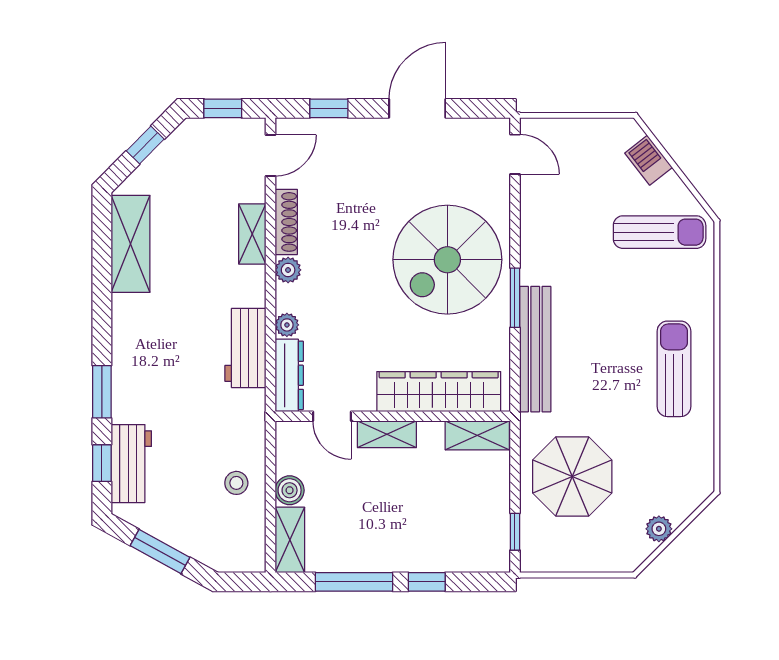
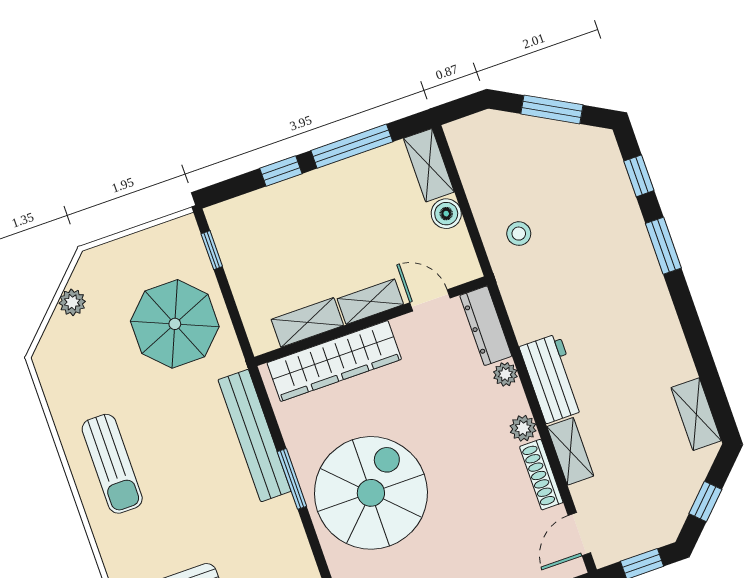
shelving: (131, 244) -> (696, 414), width x0.67, depth x0.75
workbench: (245, 348) -> (552, 378), moved
shelving: (477, 435) -> (307, 322), moved
workbench: (131, 464) -> (610, 186), removed
stool: (236, 483) -> (519, 234), moved

